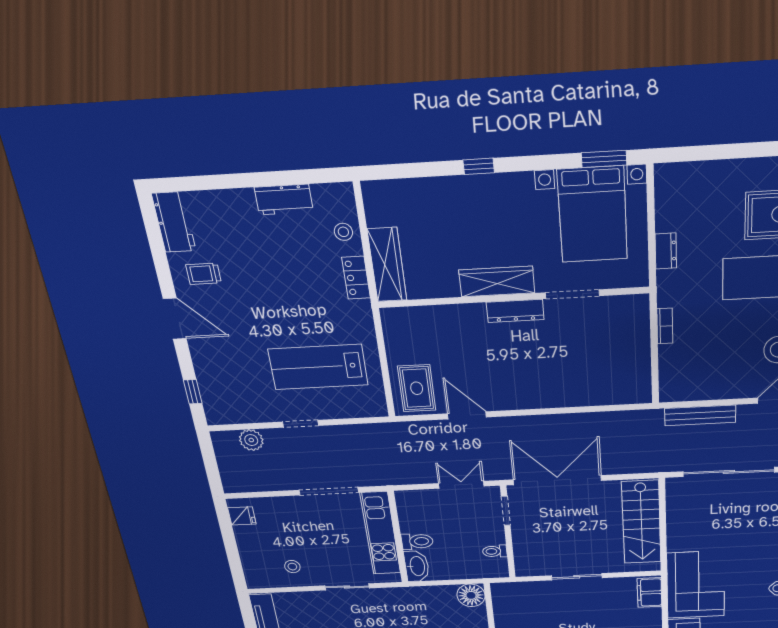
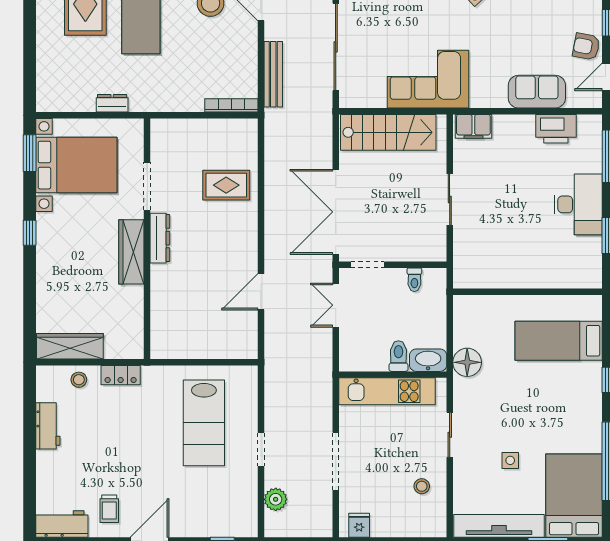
window: (479, 166) -> (30, 233), moved
wardrobe: (387, 265) -> (70, 346), moved
bookcase: (665, 326) -> (231, 105), moved, width x1.56
rug: (417, 388) -> (226, 185), moved
doorway: (329, 491) -> (336, 461), moved
corner sofa: (696, 585) -> (428, 79), moved
floor lamp: (471, 595) -> (467, 362), moved

